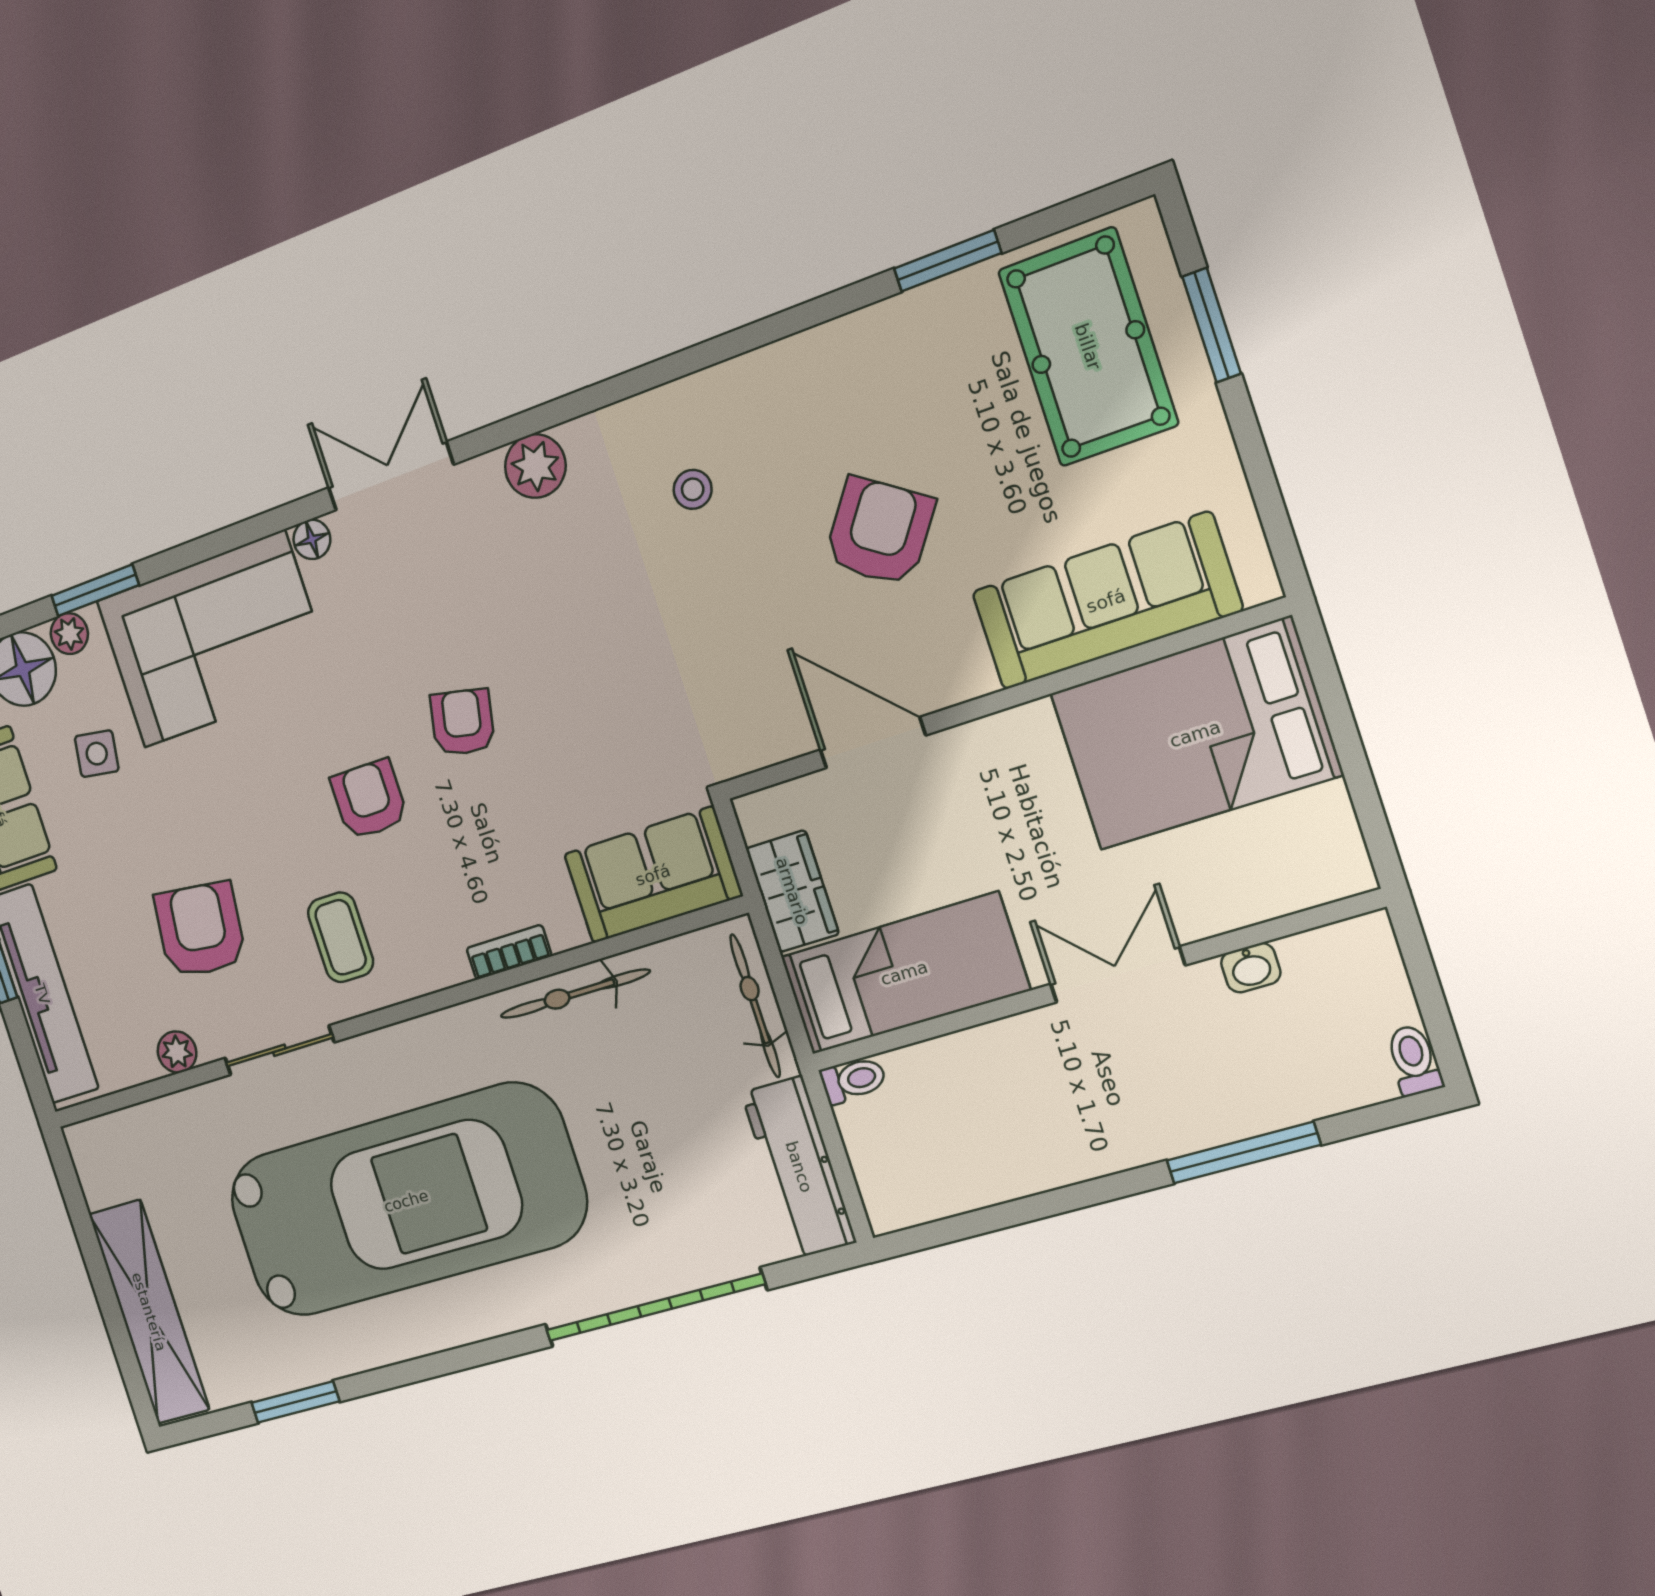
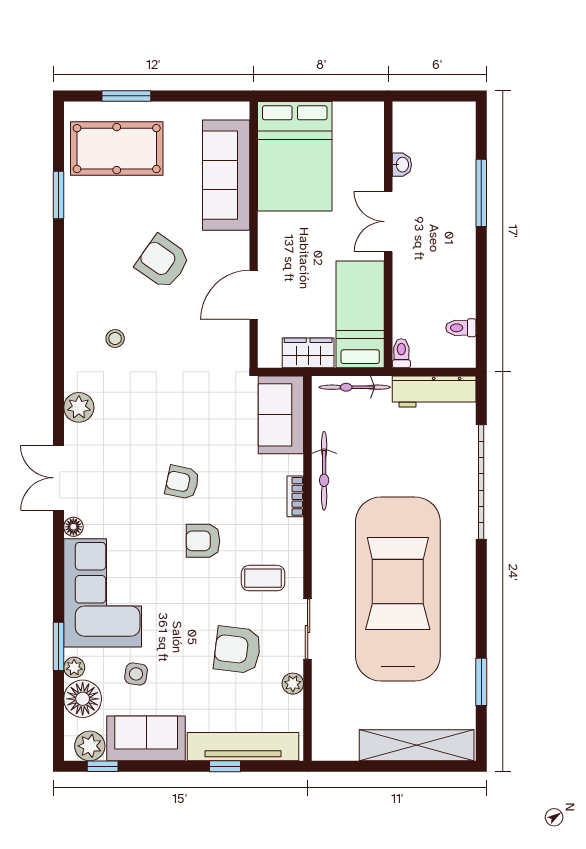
toilet: (1414, 1060) -> (461, 328), moved

